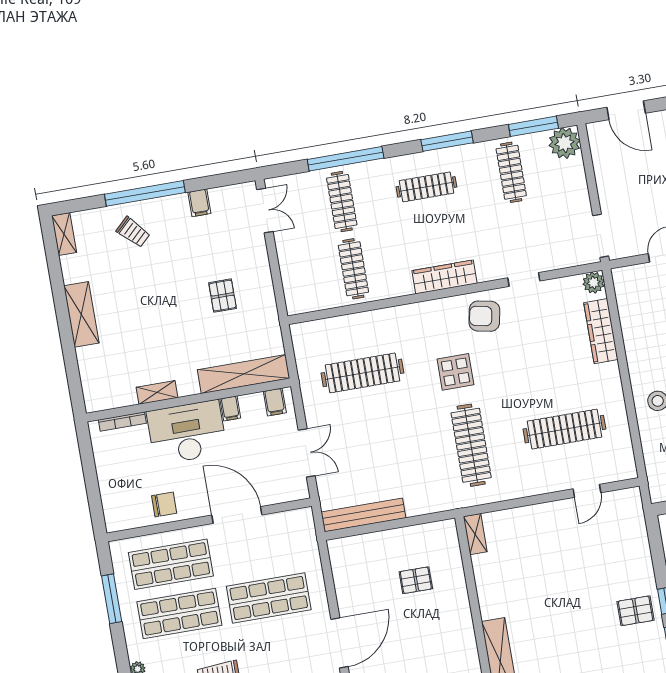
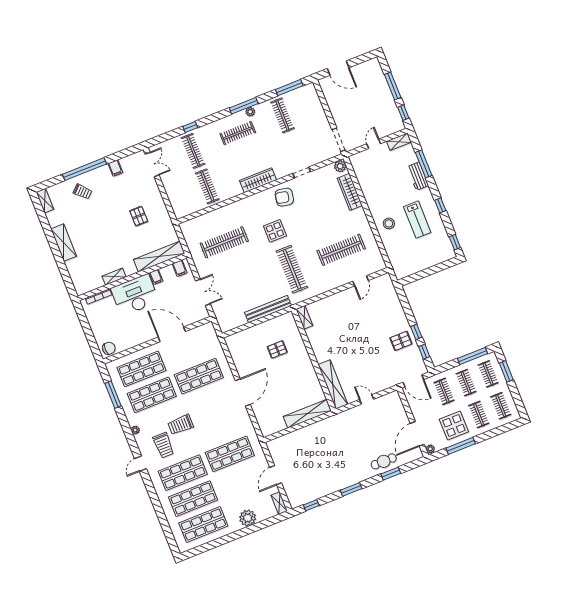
plant: (565, 143) -> (250, 112), moved, width x0.53, depth x0.53
window: (346, 159) -> (190, 127), width x0.32
chair: (164, 504) -> (109, 348), moved
bench: (363, 515) -> (268, 309), moved

